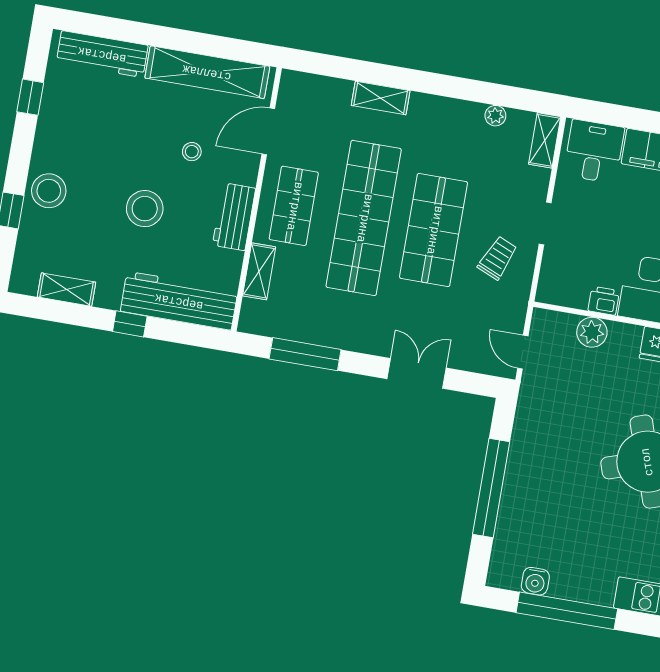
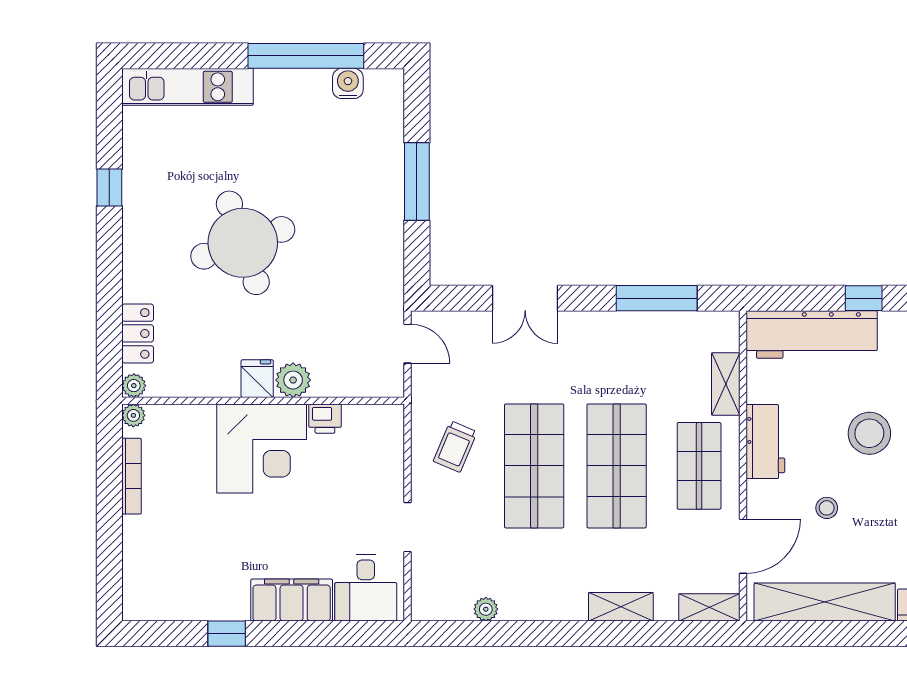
shelving: (545, 140) -> (709, 607), moved, turned 90
shop shelf: (364, 218) -> (617, 466), width x0.71
doorway: (545, 223) -> (408, 527), moved
plant: (592, 332) -> (293, 380), moved
window: (491, 488) -> (417, 182), width x0.68

